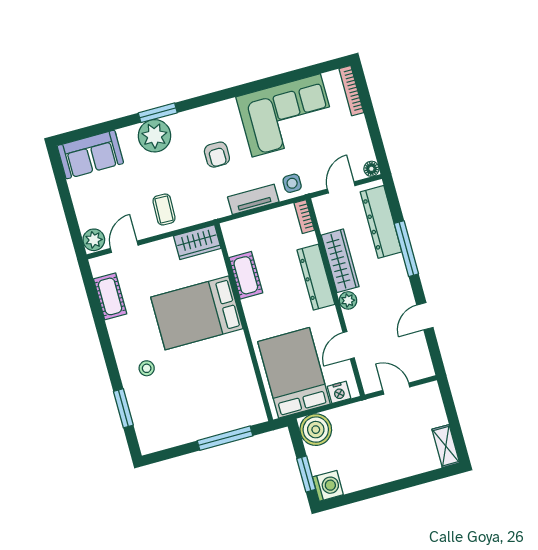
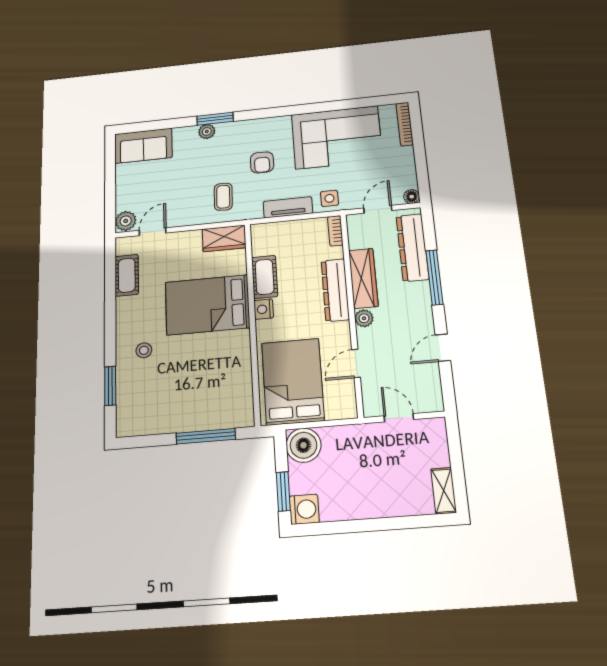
plant: (154, 136) -> (207, 131), width x0.53, depth x0.53
coffee table: (164, 209) -> (223, 197), moved
nightstand: (339, 392) -> (264, 309), moved, turned 90

